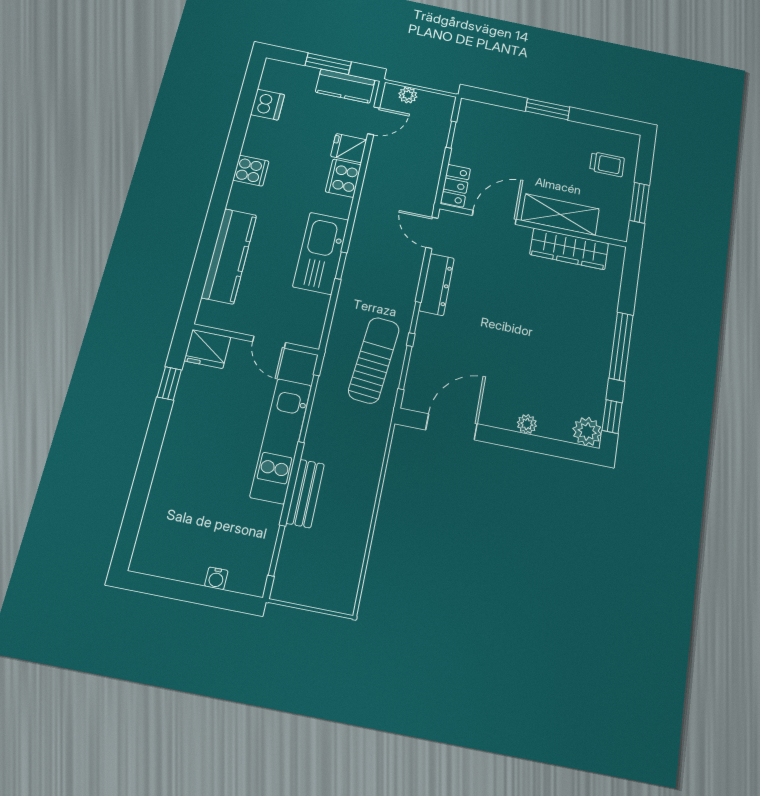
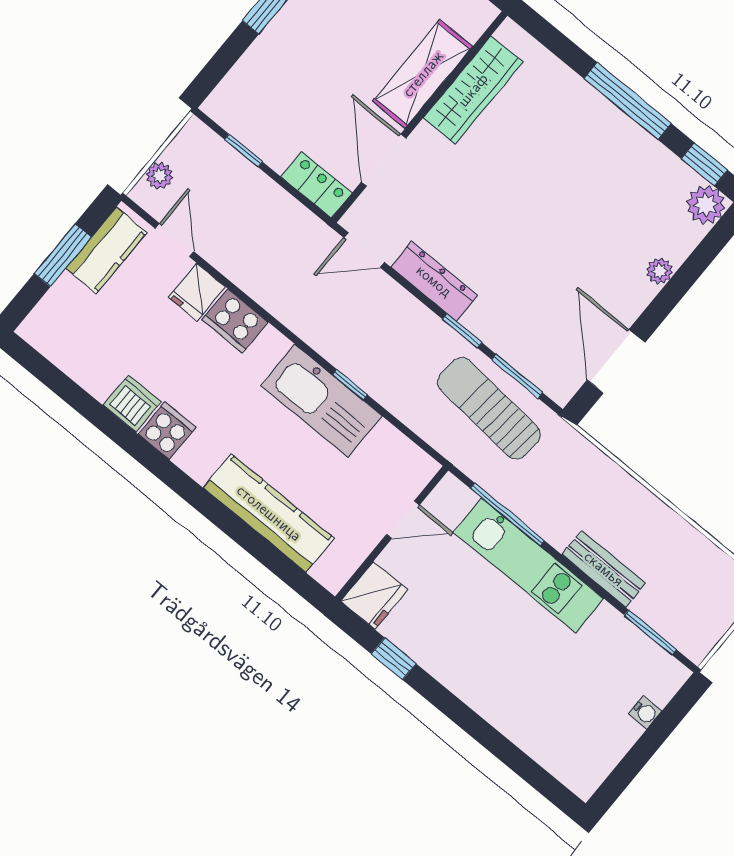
dishwasher: (267, 105) -> (132, 403), moved

